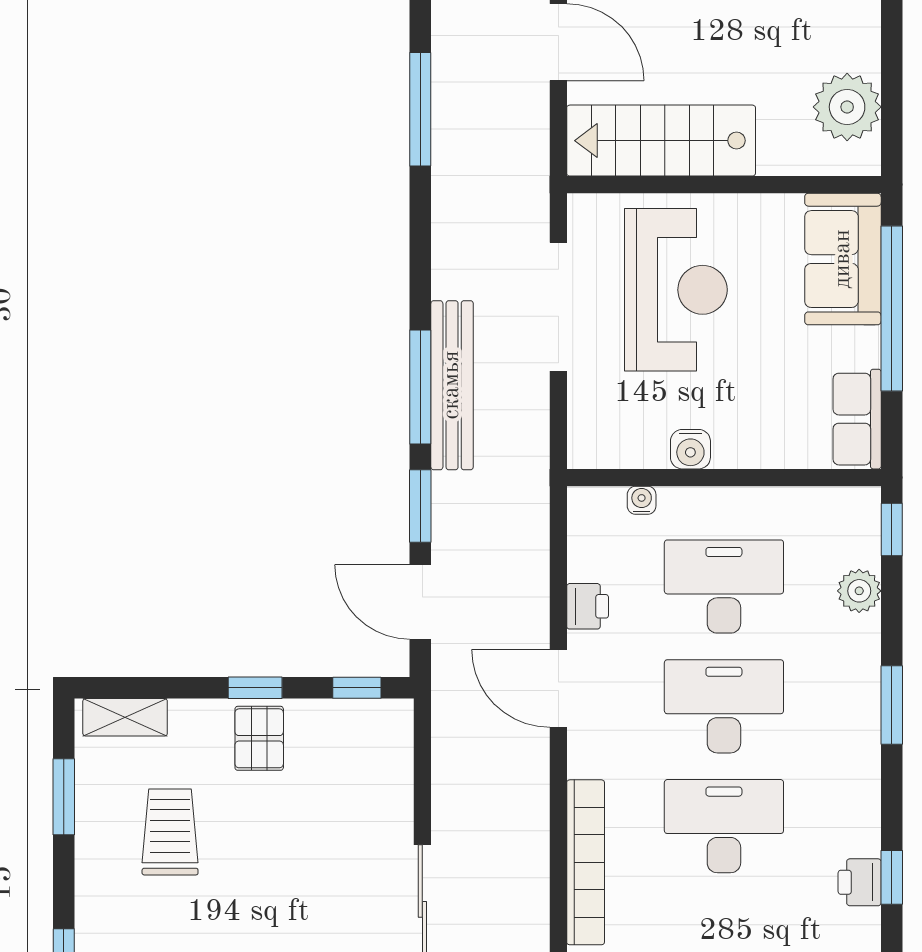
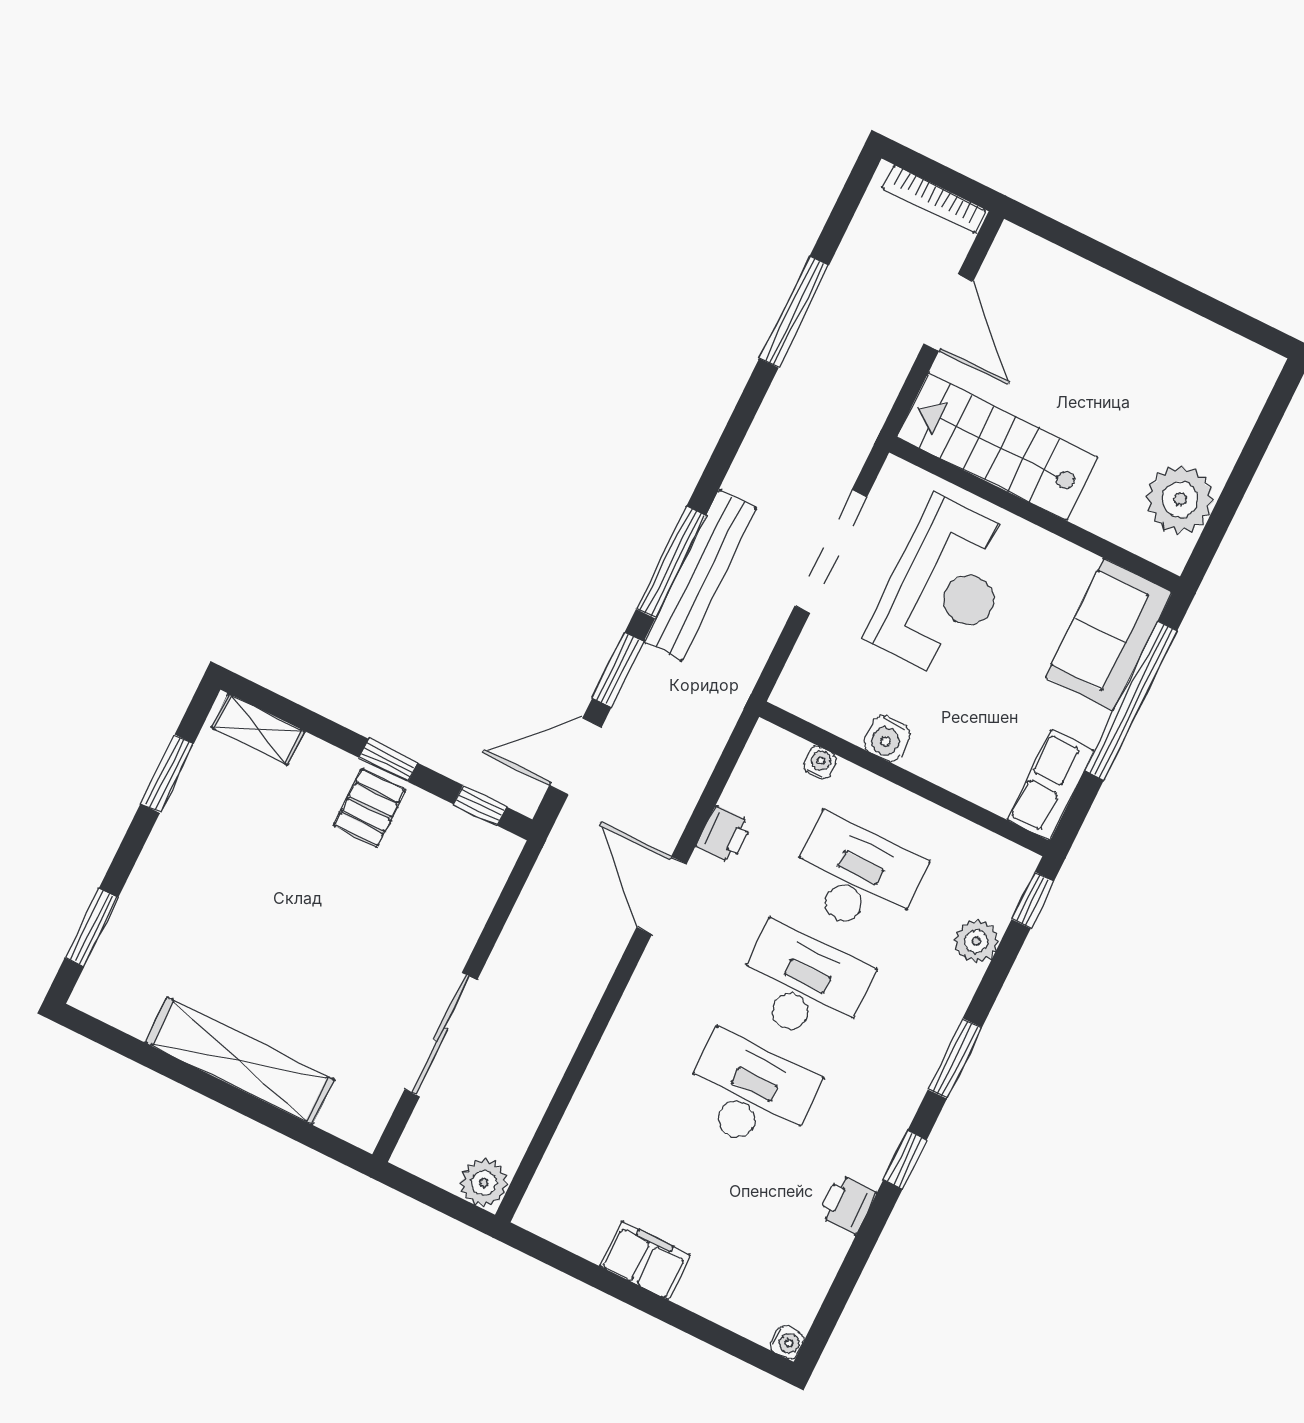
door: (420, 602) -> (575, 756), hinge flipped
trolley: (170, 832) -> (247, 853), removed
bookcase: (586, 862) -> (609, 1065), removed
window: (892, 877) -> (905, 1160), moved

